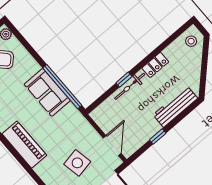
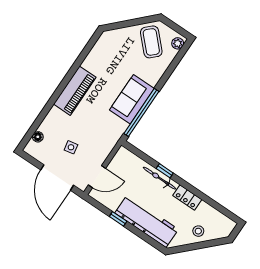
stool: (191, 41) -> (198, 231), moved
workbench: (175, 107) -> (147, 221), width x1.36, depth x1.32
side table: (77, 163) -> (71, 147), width x0.54, depth x0.54

